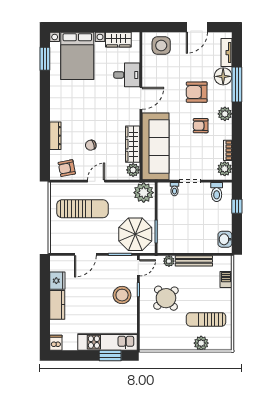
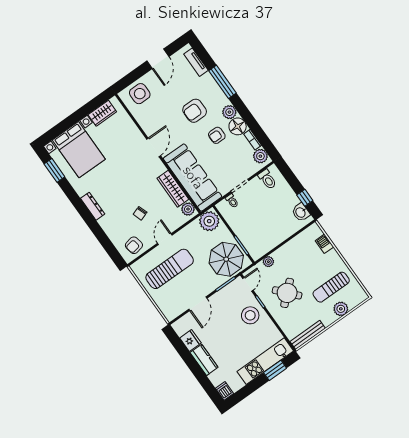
desk: (127, 75) -> (129, 137), removed
floor lamp: (223, 76) -> (238, 126), moved
dresser: (55, 136) -> (93, 206), moved
window: (237, 206) -> (305, 198), moved
bench: (194, 261) -> (308, 335), moved

